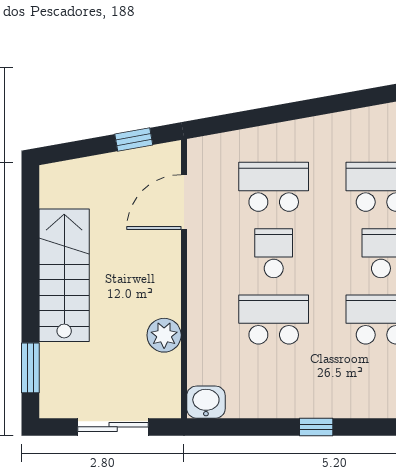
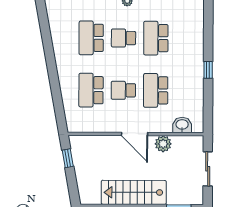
door: (184, 202) -> (135, 134), moved
washbasin: (206, 402) -> (182, 125), moved, turned 90

